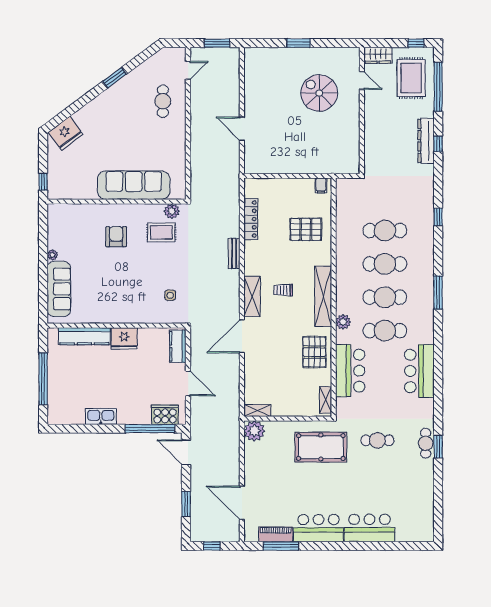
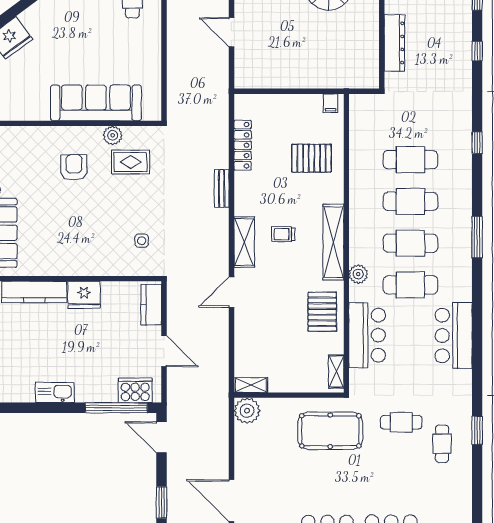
dresser: (426, 141) -> (394, 43), moved, turned 180
plant: (172, 211) -> (113, 135), moved
door: (242, 336) -> (232, 292), width x0.73
cafe table: (426, 443) -> (442, 444), moved

